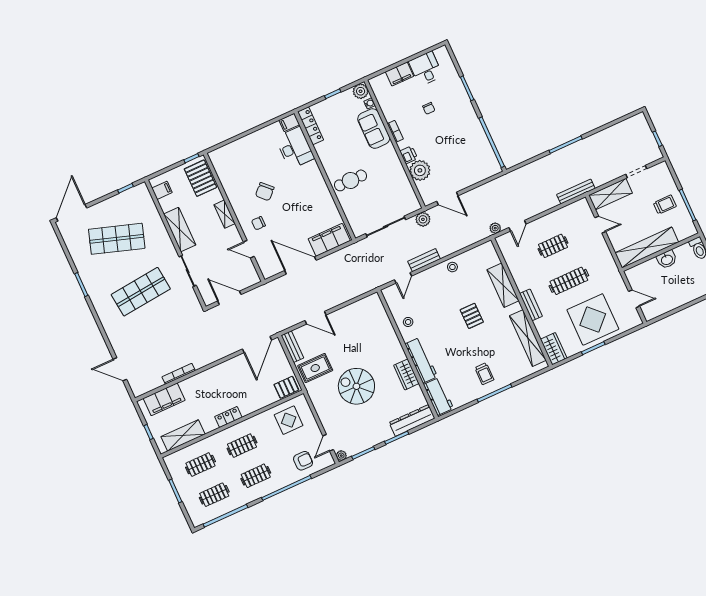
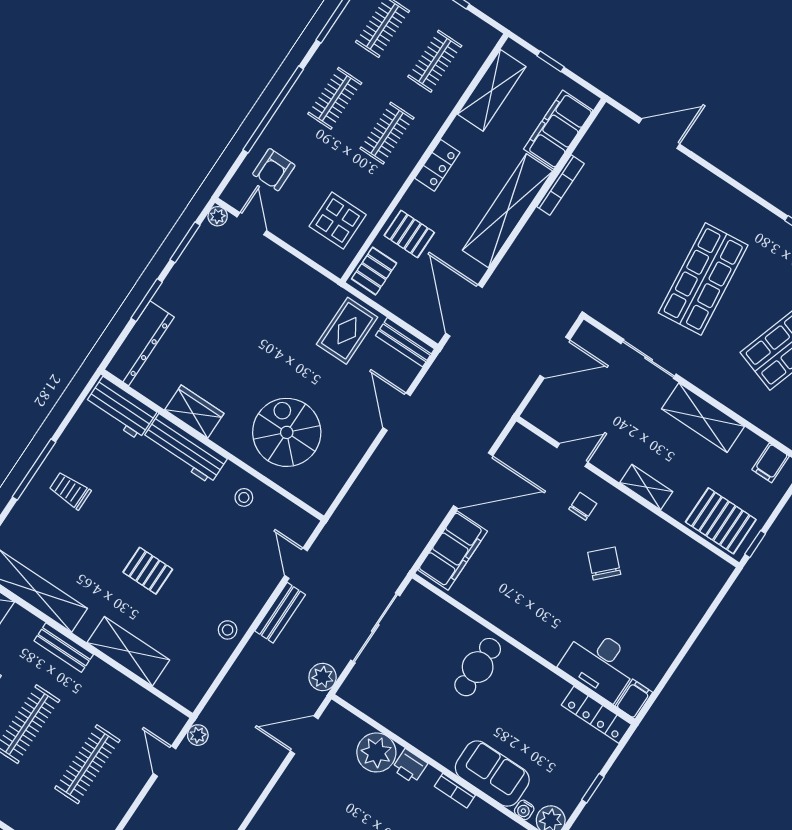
clothes rail: (553, 246) -> (87, 764), width x1.36
door: (316, 318) -> (397, 412), hinge flipped
shelving: (210, 377) -> (508, 211), added
spiral stairs: (356, 386) -> (287, 432), moved, turned -90
pallet: (260, 394) -> (409, 234), added

